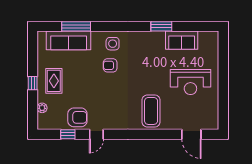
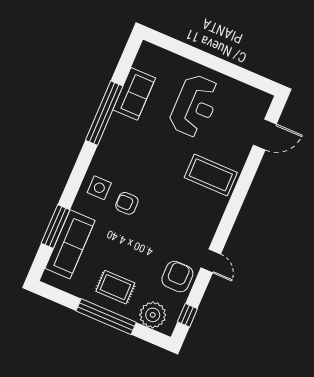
window: (161, 26) -> (104, 113), width x2.11
armchair: (110, 65) -> (127, 203), turned 90
window: (33, 83) -> (106, 317), width x3.17
plant: (42, 108) -> (153, 315), width x1.87, depth x1.87
window: (68, 134) -> (187, 315), moved

